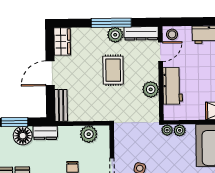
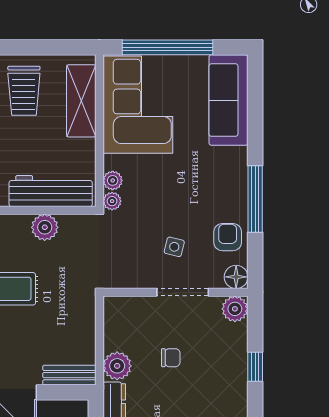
workbench: (173, 86) -> (51, 191), width x1.38
plant: (89, 134) -> (117, 366), moved

